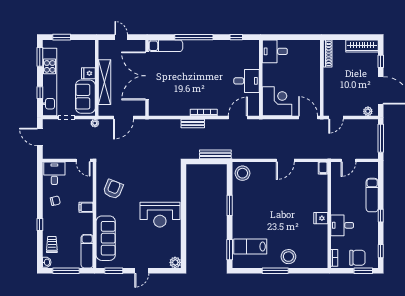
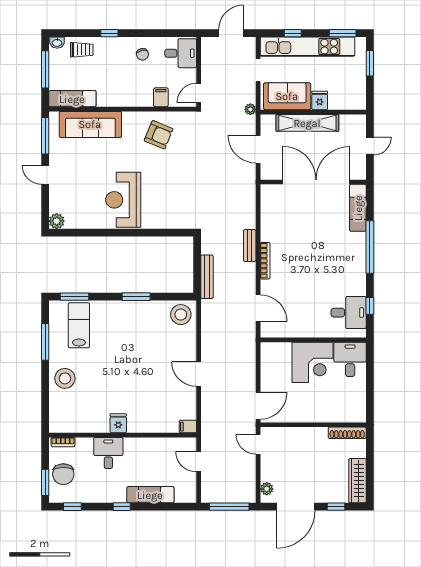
desk: (247, 81) -> (349, 313), moved, turned -90
corner desk: (277, 101) -> (312, 362), moved
filing cabinet: (86, 207) -> (161, 97), moved
window: (114, 271) -> (45, 136), width x1.44
window: (275, 271) -> (45, 342), moved

